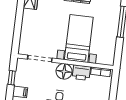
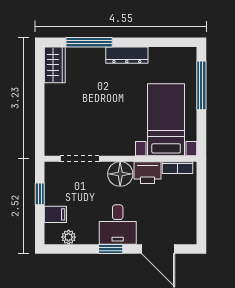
bed with nightstands: (79, 38) -> (166, 120), moved

